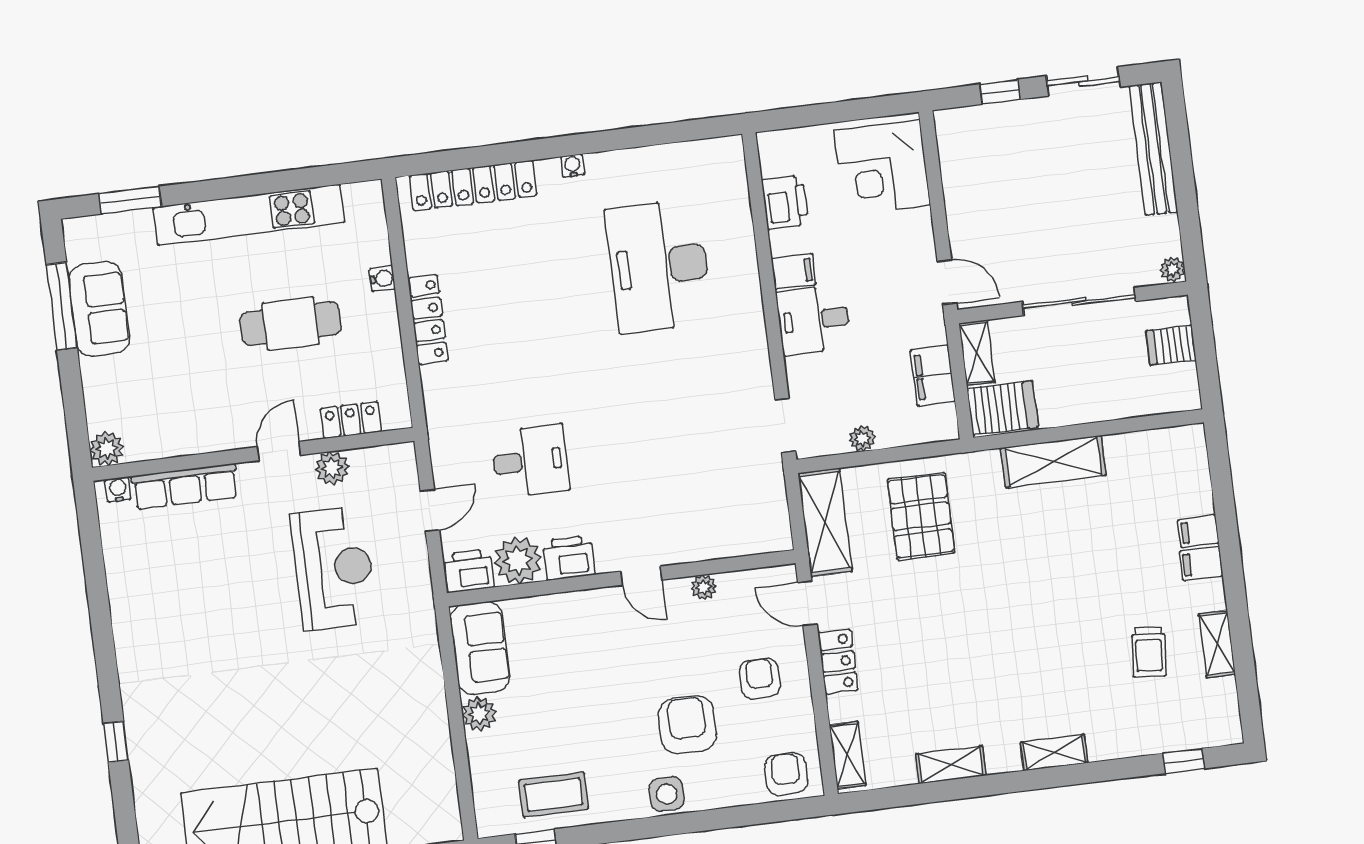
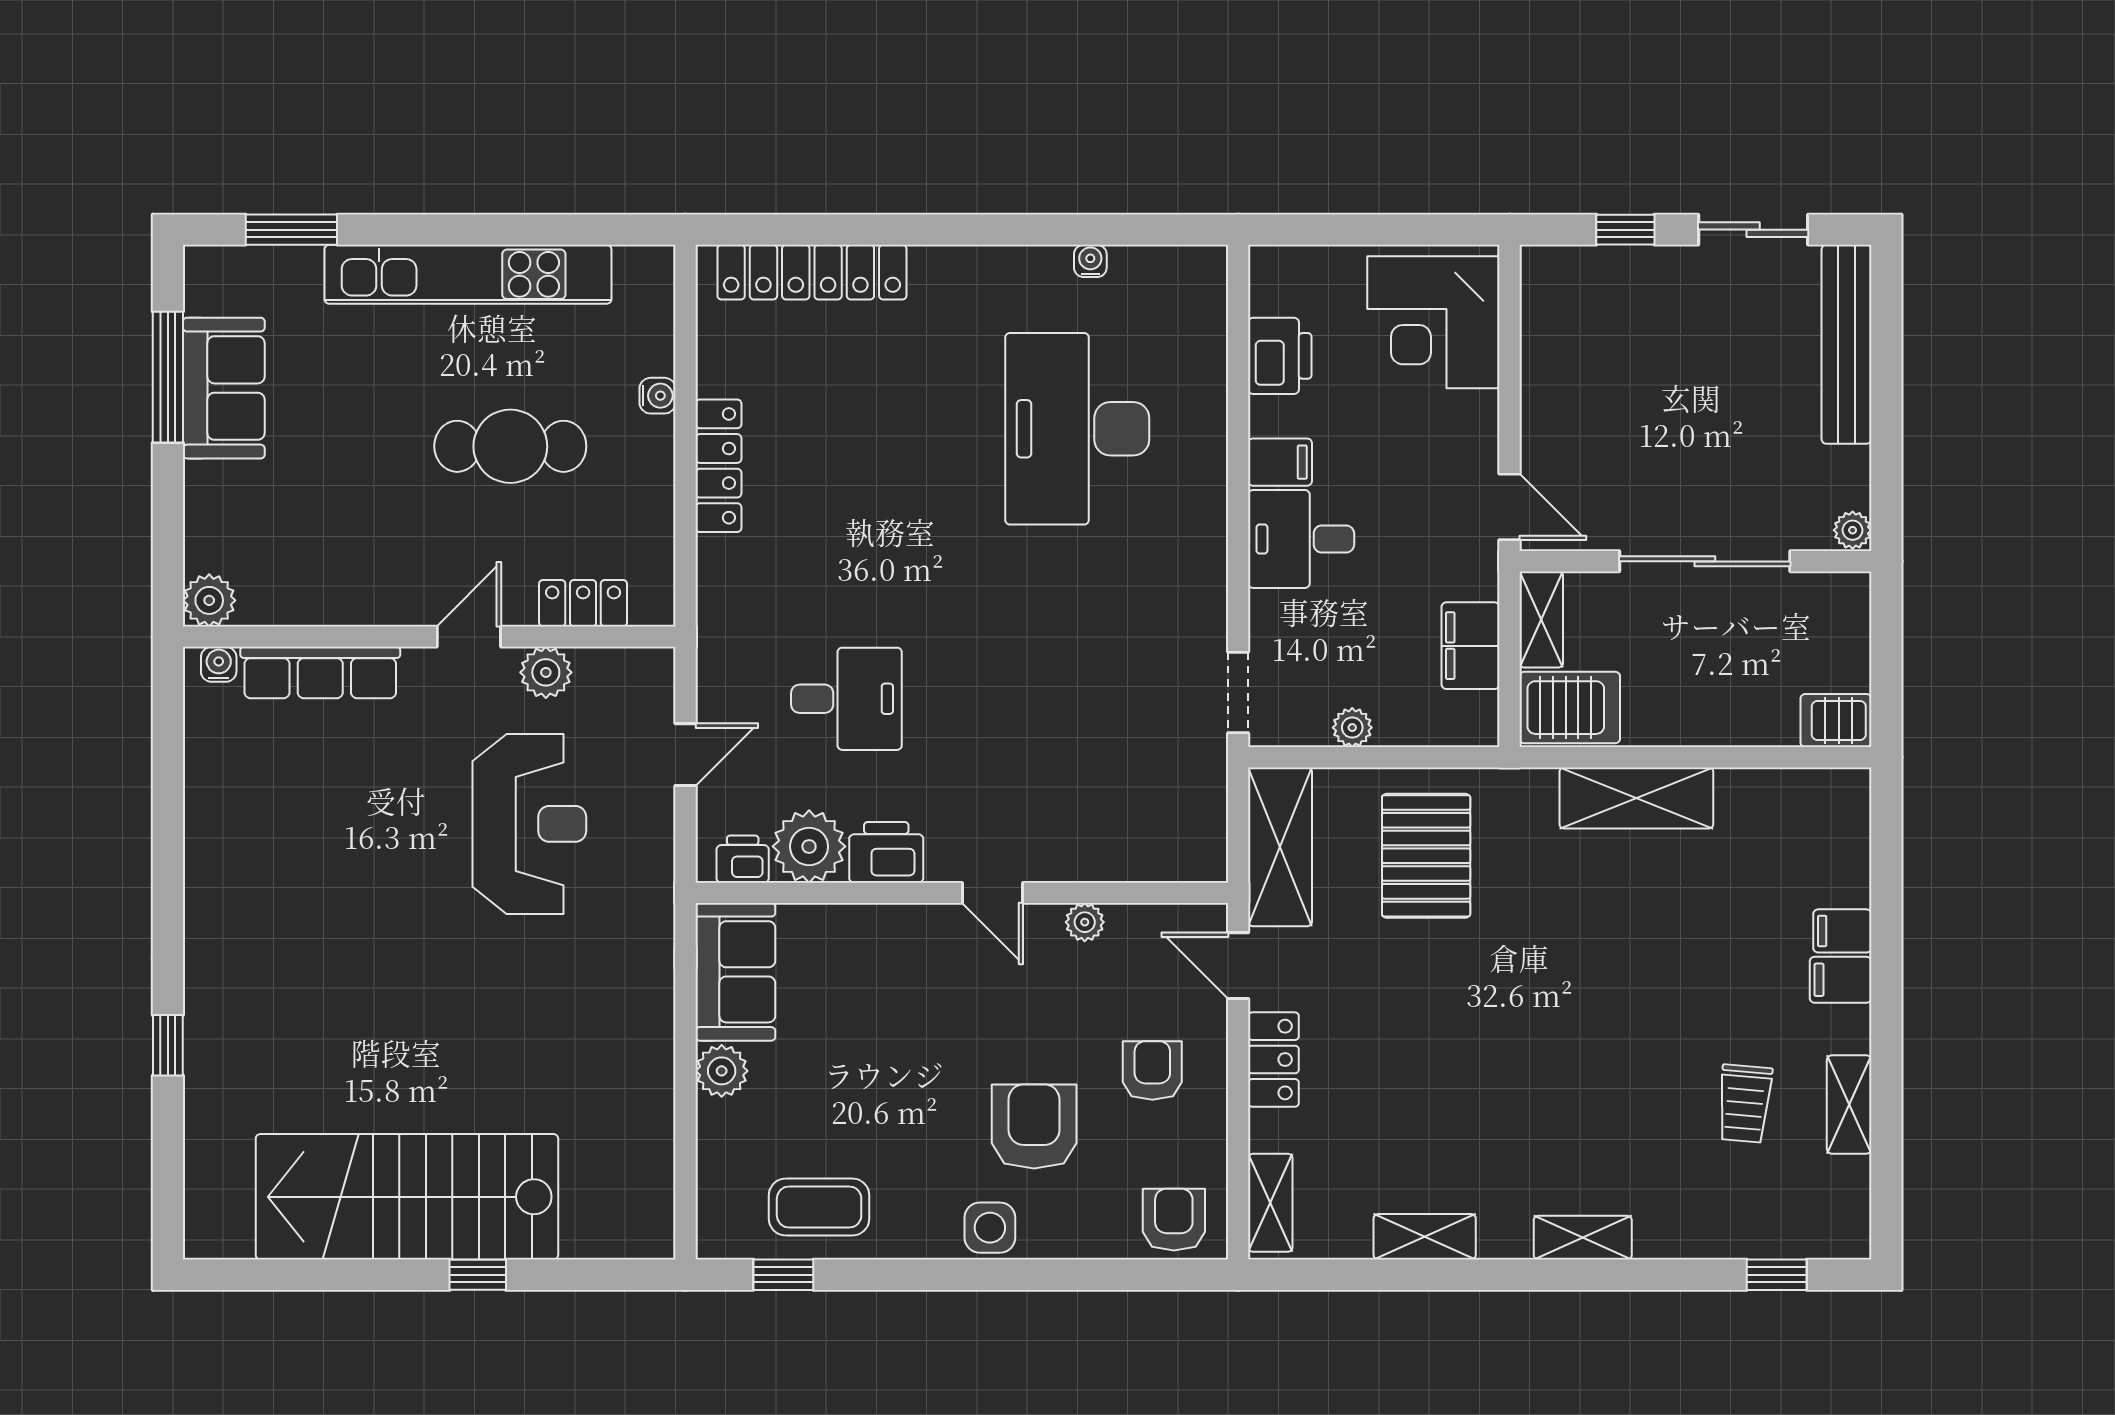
water cooler: (573, 166) -> (1090, 261), moved
server rack: (1171, 345) -> (1836, 721), moved
printer: (469, 571) -> (743, 859), width x0.73, depth x0.81

